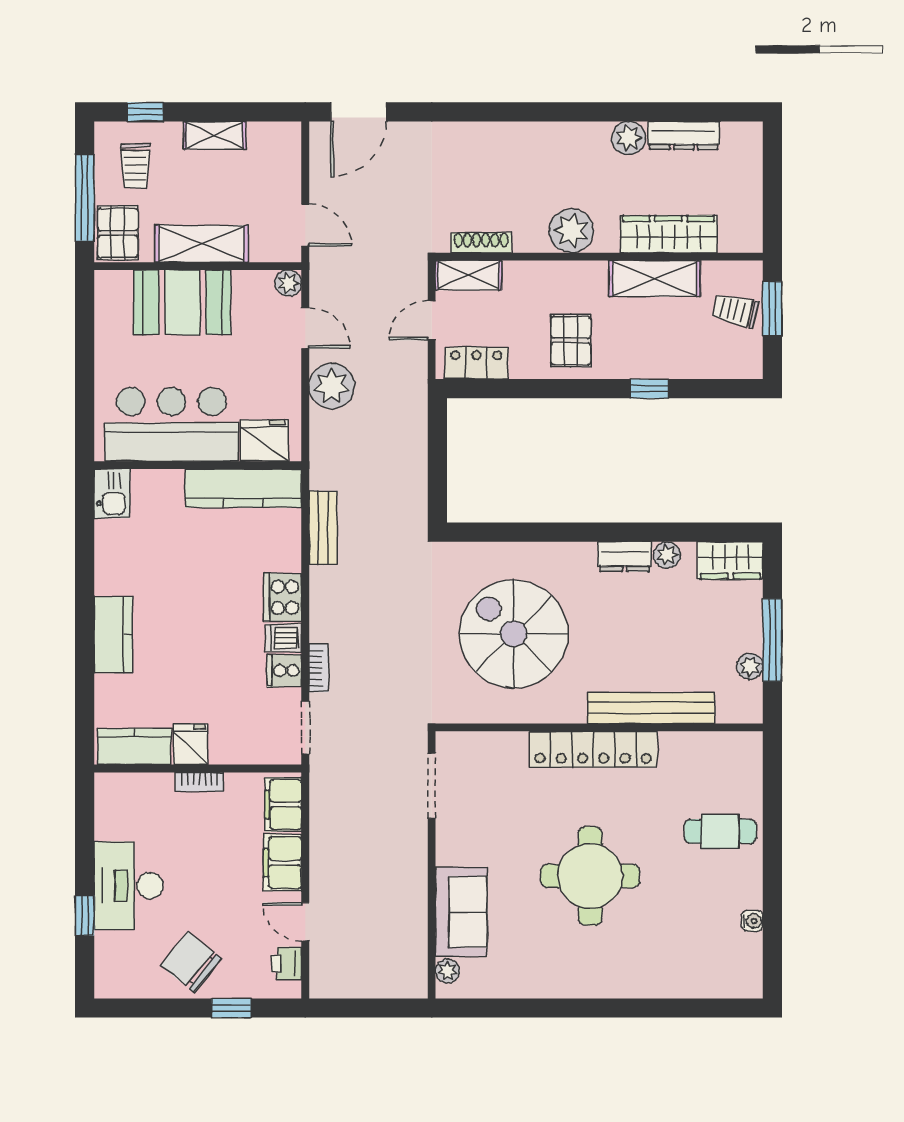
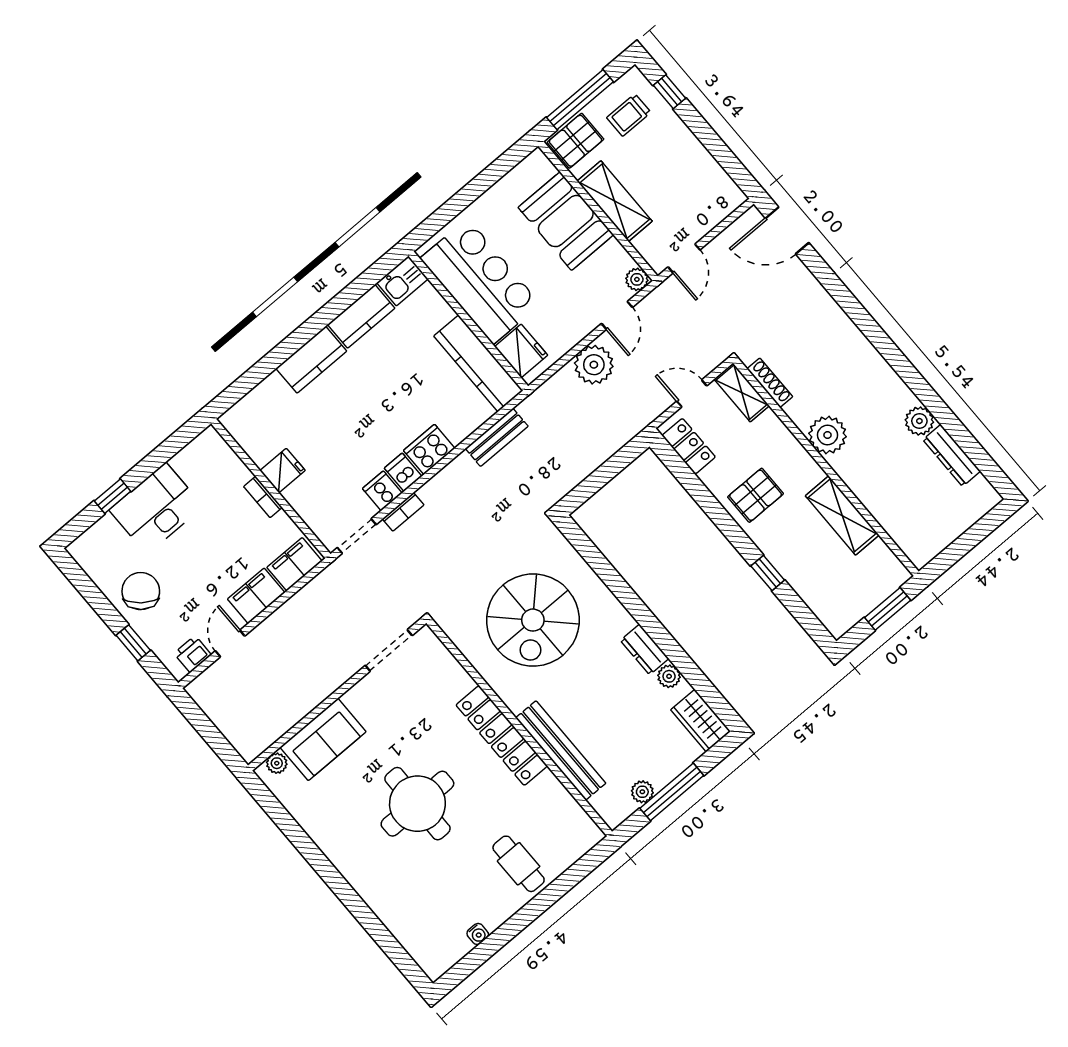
shelving: (215, 135) -> (693, 150), removed
wardrobe: (669, 234) -> (879, 500), removed
trolley: (735, 310) -> (866, 586), removed
spiral stairs: (514, 634) -> (533, 620), turned 180
kitchen counter: (134, 746) -> (361, 316), moved, turned 90

